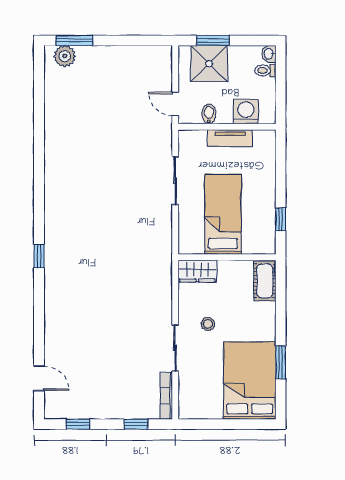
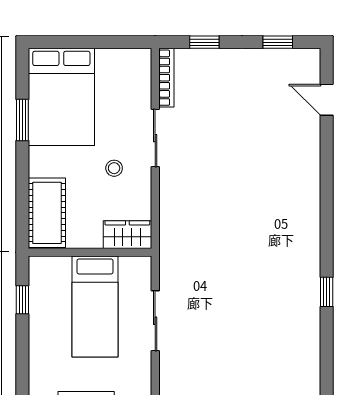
sliding door: (175, 181) -> (155, 321), moved
window: (39, 256) -> (327, 292), moved
cot: (265, 281) -> (47, 213), width x1.37, depth x1.34

